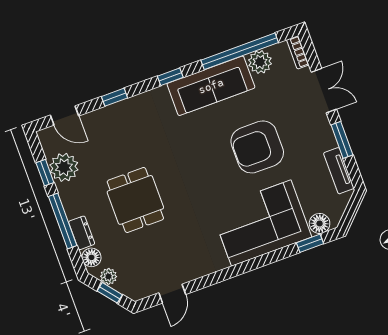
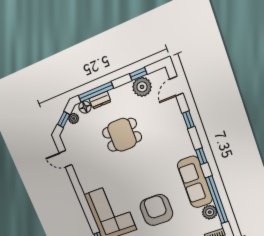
window: (63, 221) -> (96, 92), moved

